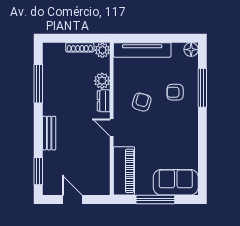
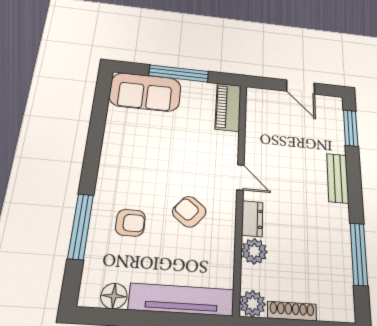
floor lamp: (191, 50) -> (114, 296), moved
armchair: (142, 102) -> (189, 212), turned 112
piano: (124, 171) -> (228, 107), width x0.73, depth x0.75

